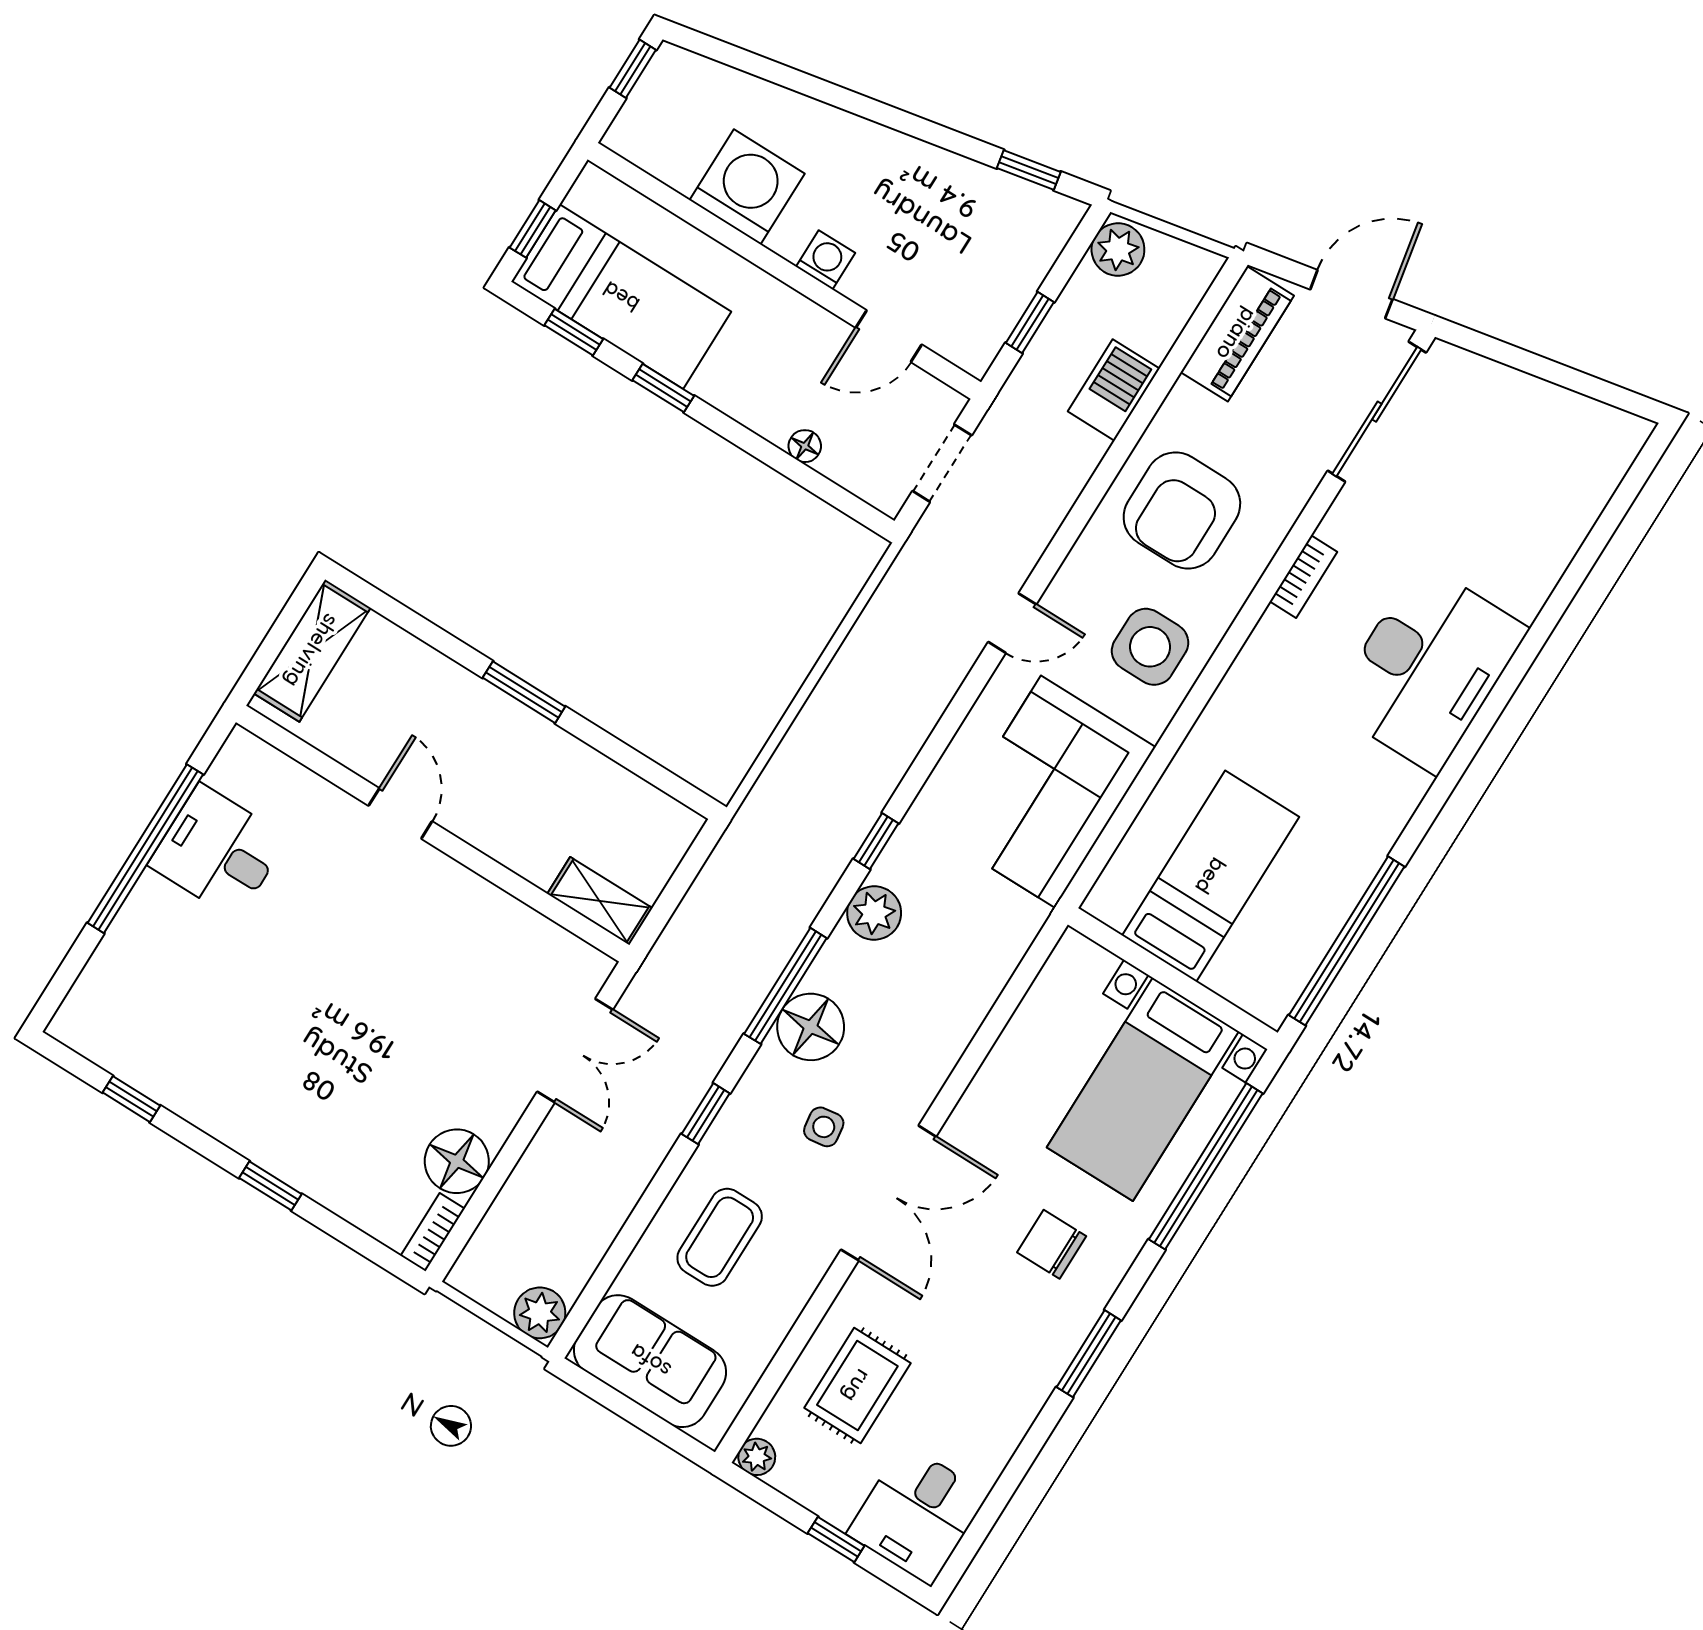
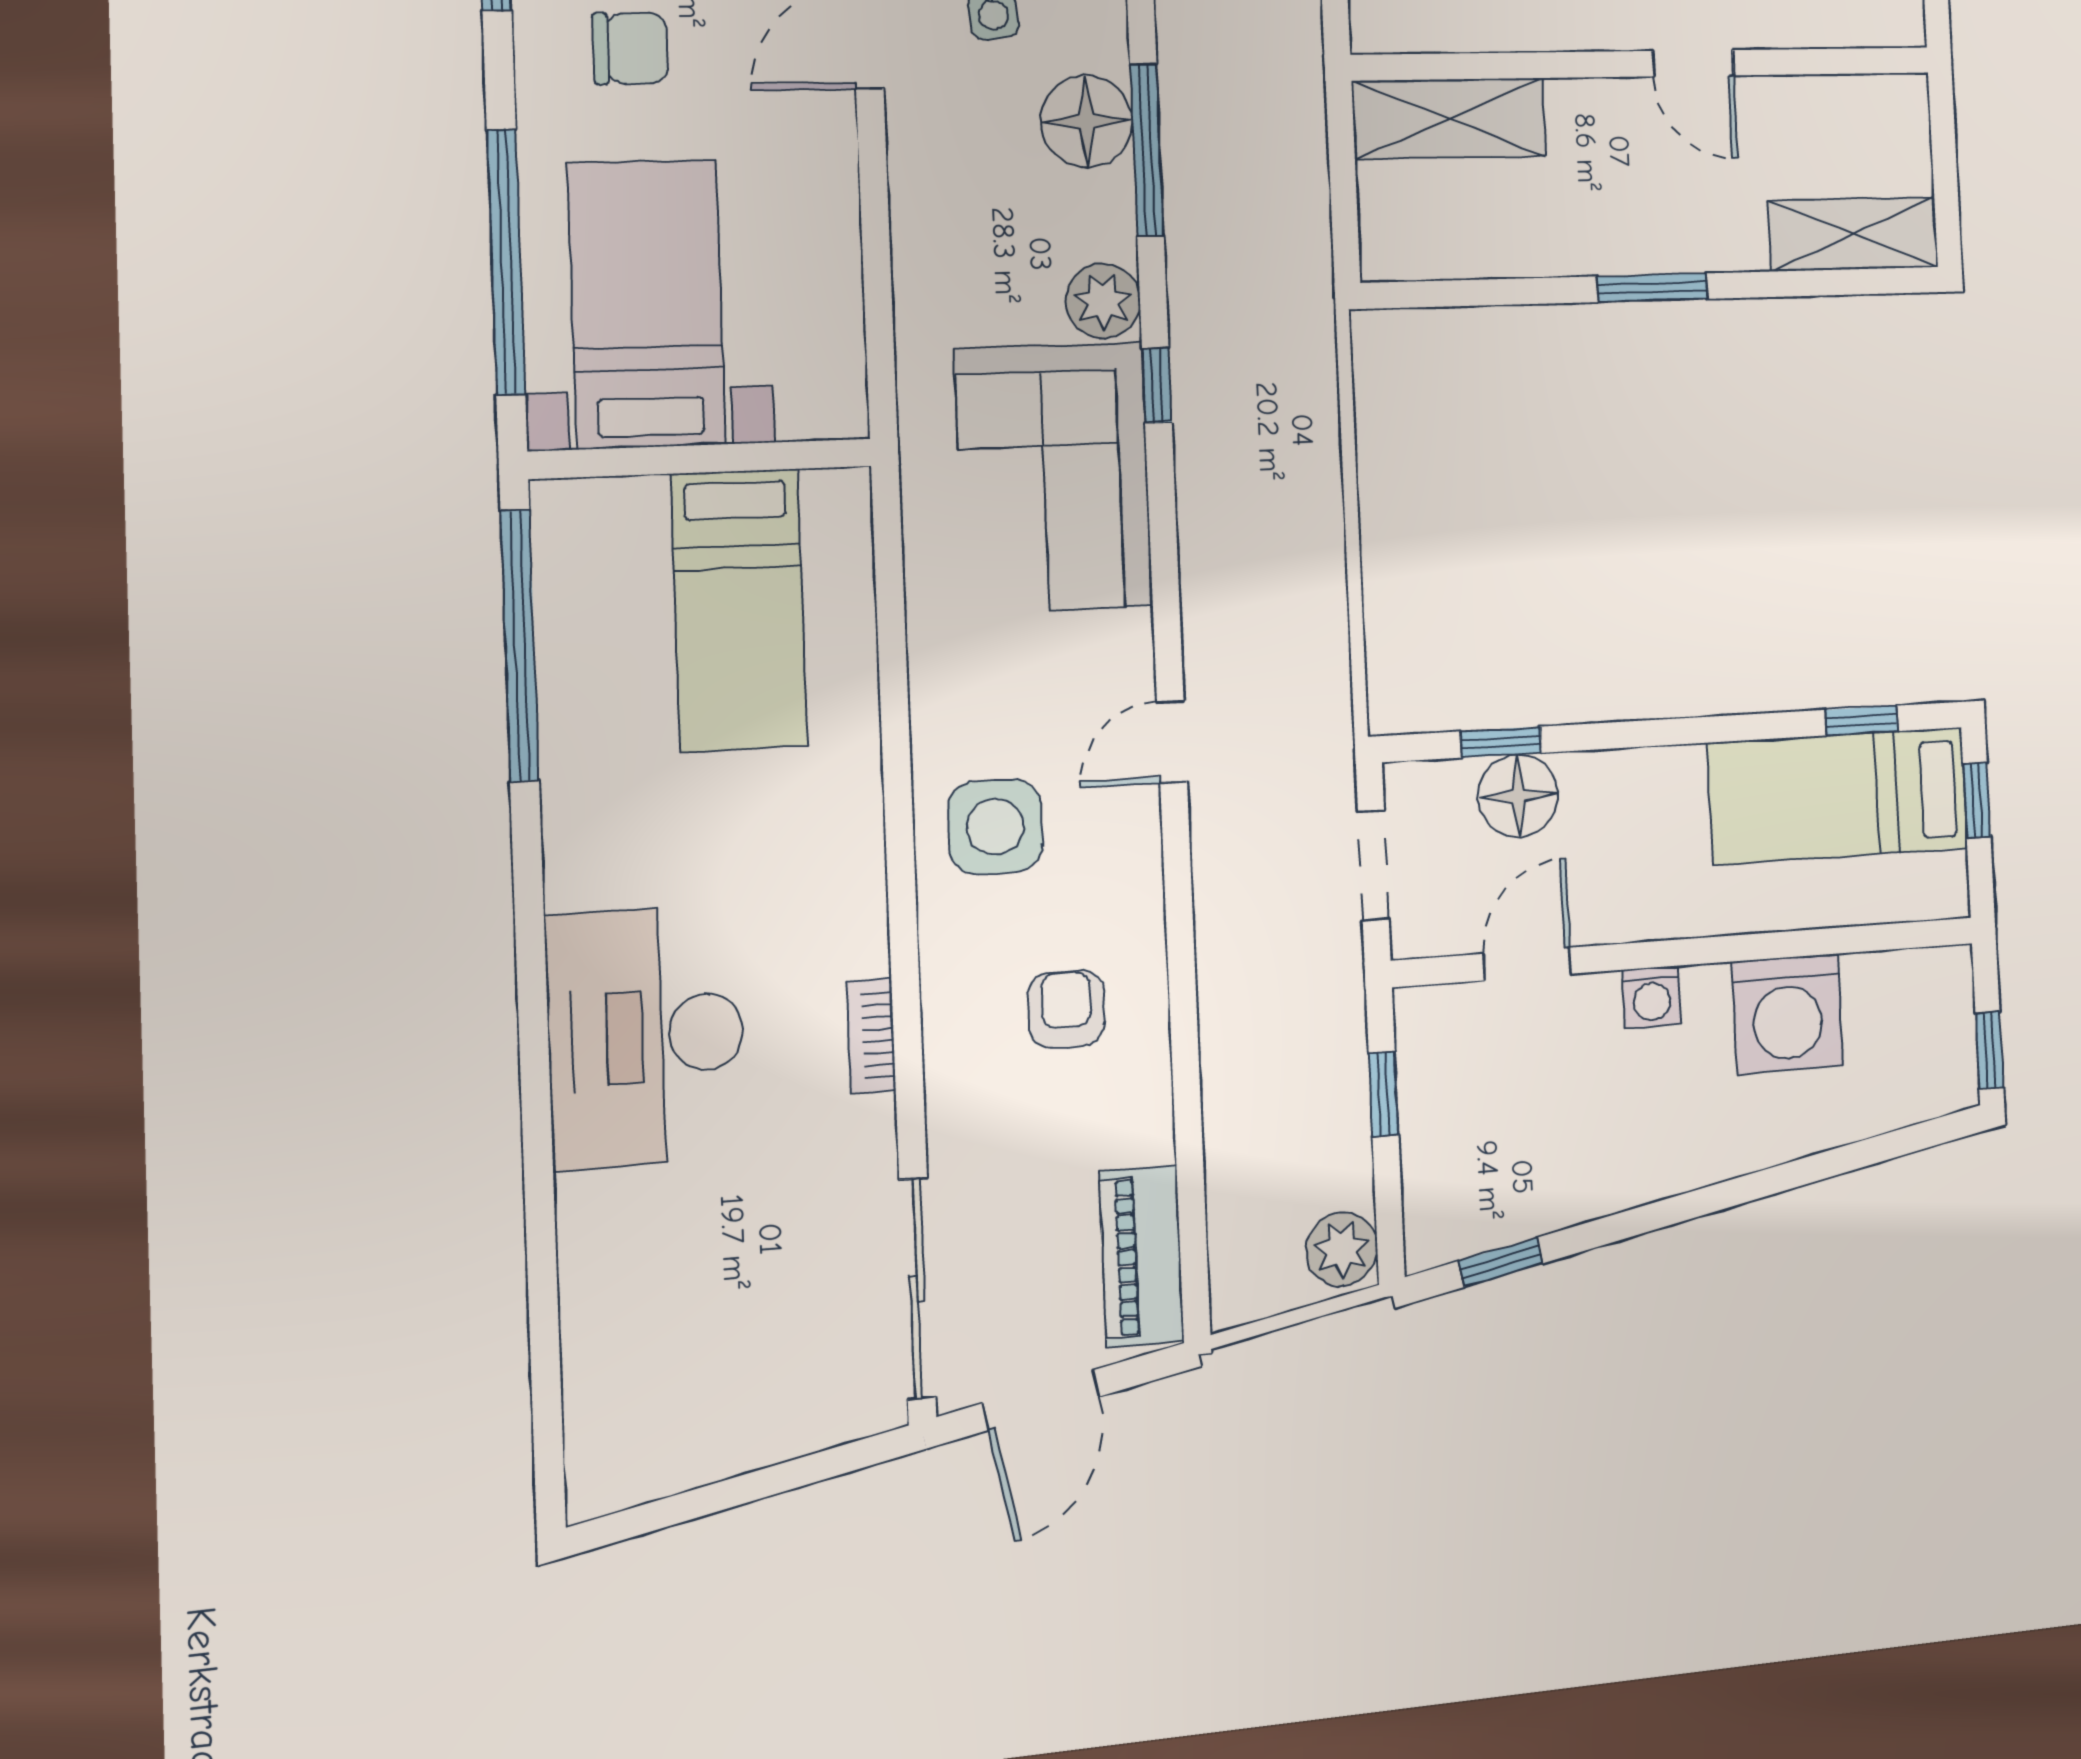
window: (663, 388) -> (1501, 742), moved
barbecue: (1114, 390) -> (1238, 1088), removed
floor lamp: (805, 446) -> (1518, 796), width x1.89, depth x1.89
armchair: (1182, 510) -> (1066, 1009), width x0.53, depth x0.53
shelving: (312, 651) -> (1853, 234), moved, turned 90
corner sofa: (1048, 792) -> (1054, 477), moved, turned 180
shelving: (600, 901) -> (1449, 119), width x1.50, depth x1.33

